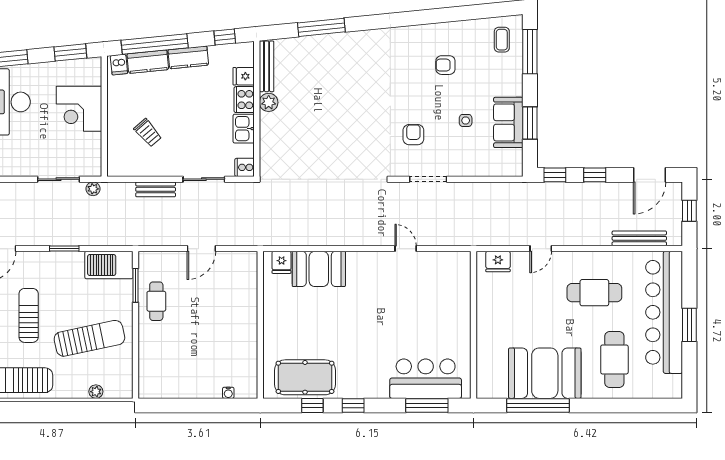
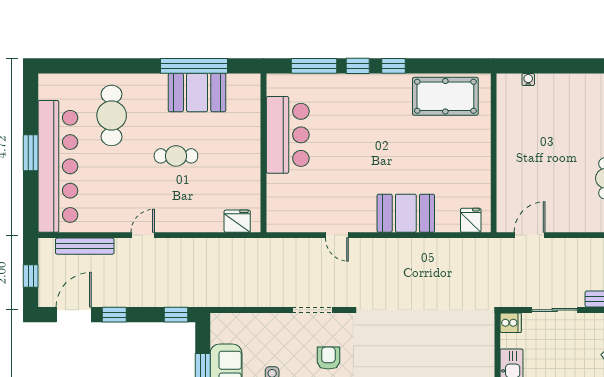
armchair: (413, 135) -> (328, 358), turned 180
window: (595, 175) -> (114, 315), moved
door: (201, 249) -> (530, 235), moved
door: (541, 249) -> (143, 235), moved
booth: (319, 269) -> (406, 213), moved
cafe table: (594, 293) -> (176, 156), moved, width x0.73, depth x0.74
booth: (545, 373) -> (197, 93), width x0.73, depth x0.70
bar counter: (426, 379) -> (288, 135), moved, turned -90
window: (312, 405) -> (358, 66), moved

